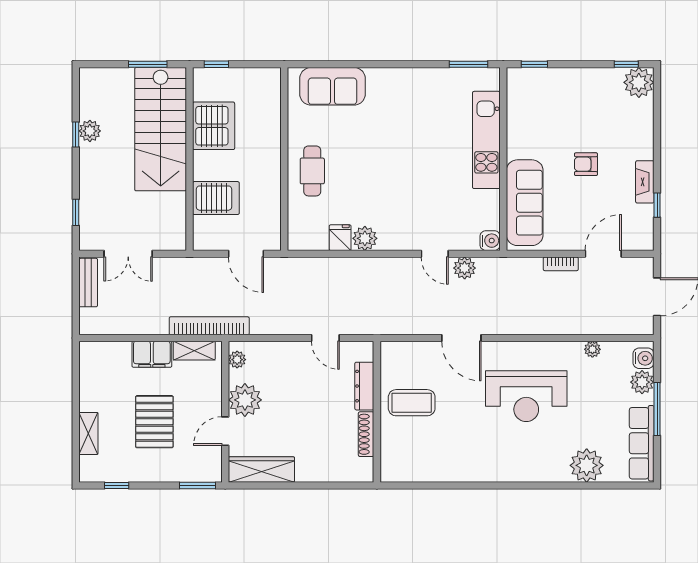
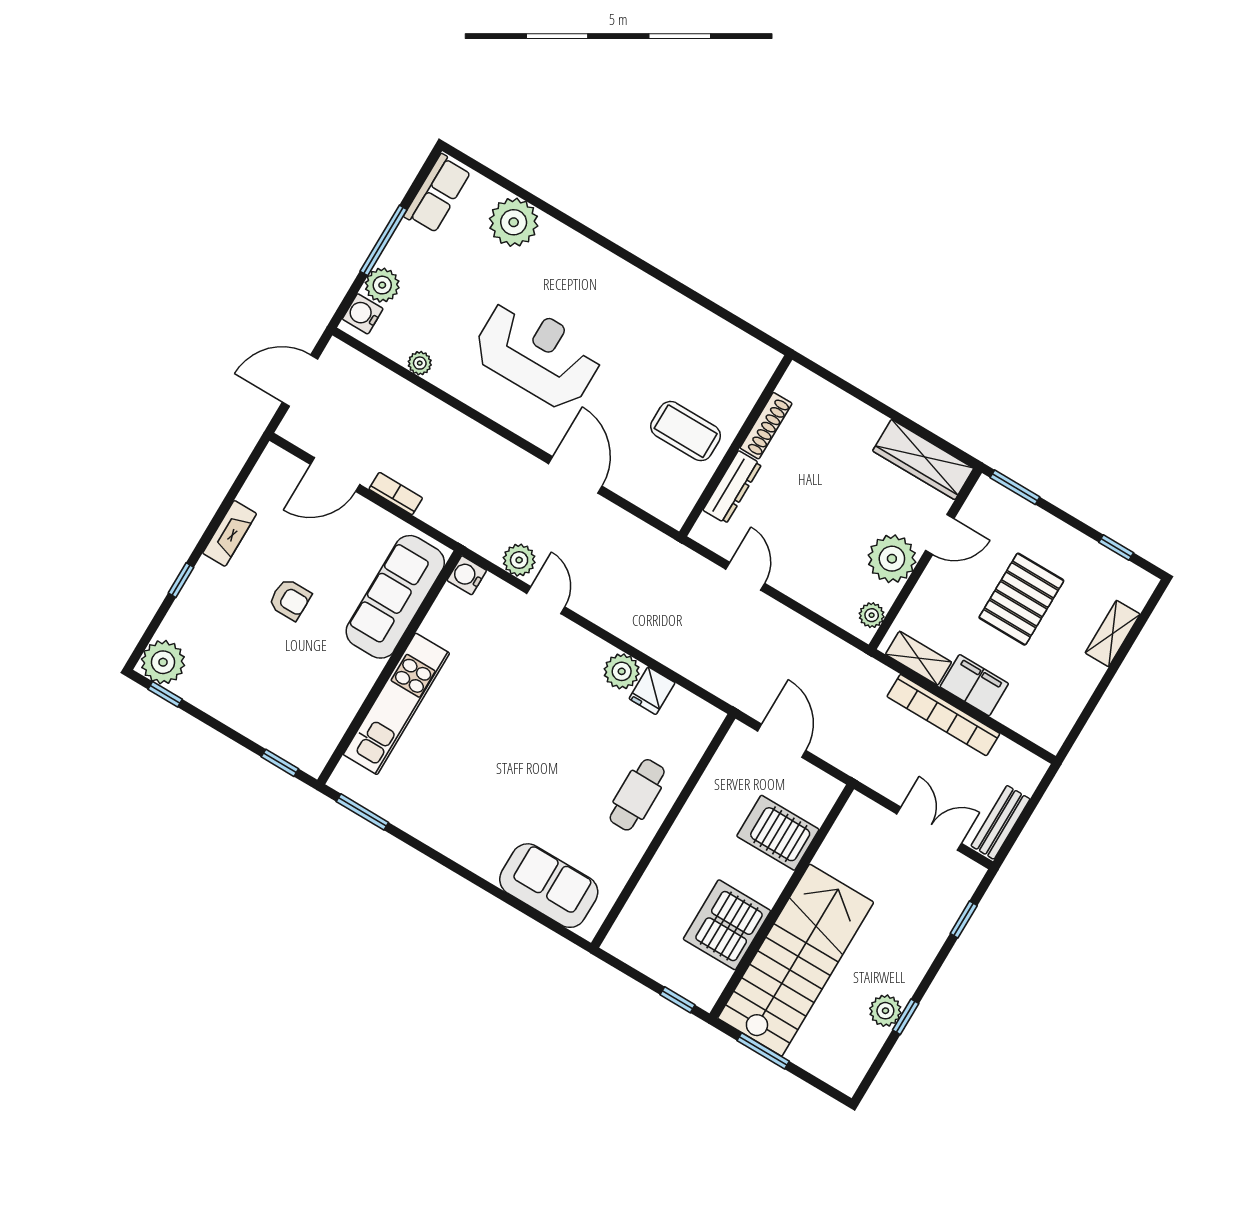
window: (657, 205) -> (181, 580), moved
bookcase: (209, 326) -> (943, 715), moved
row of seats: (642, 443) -> (437, 194), width x0.68

